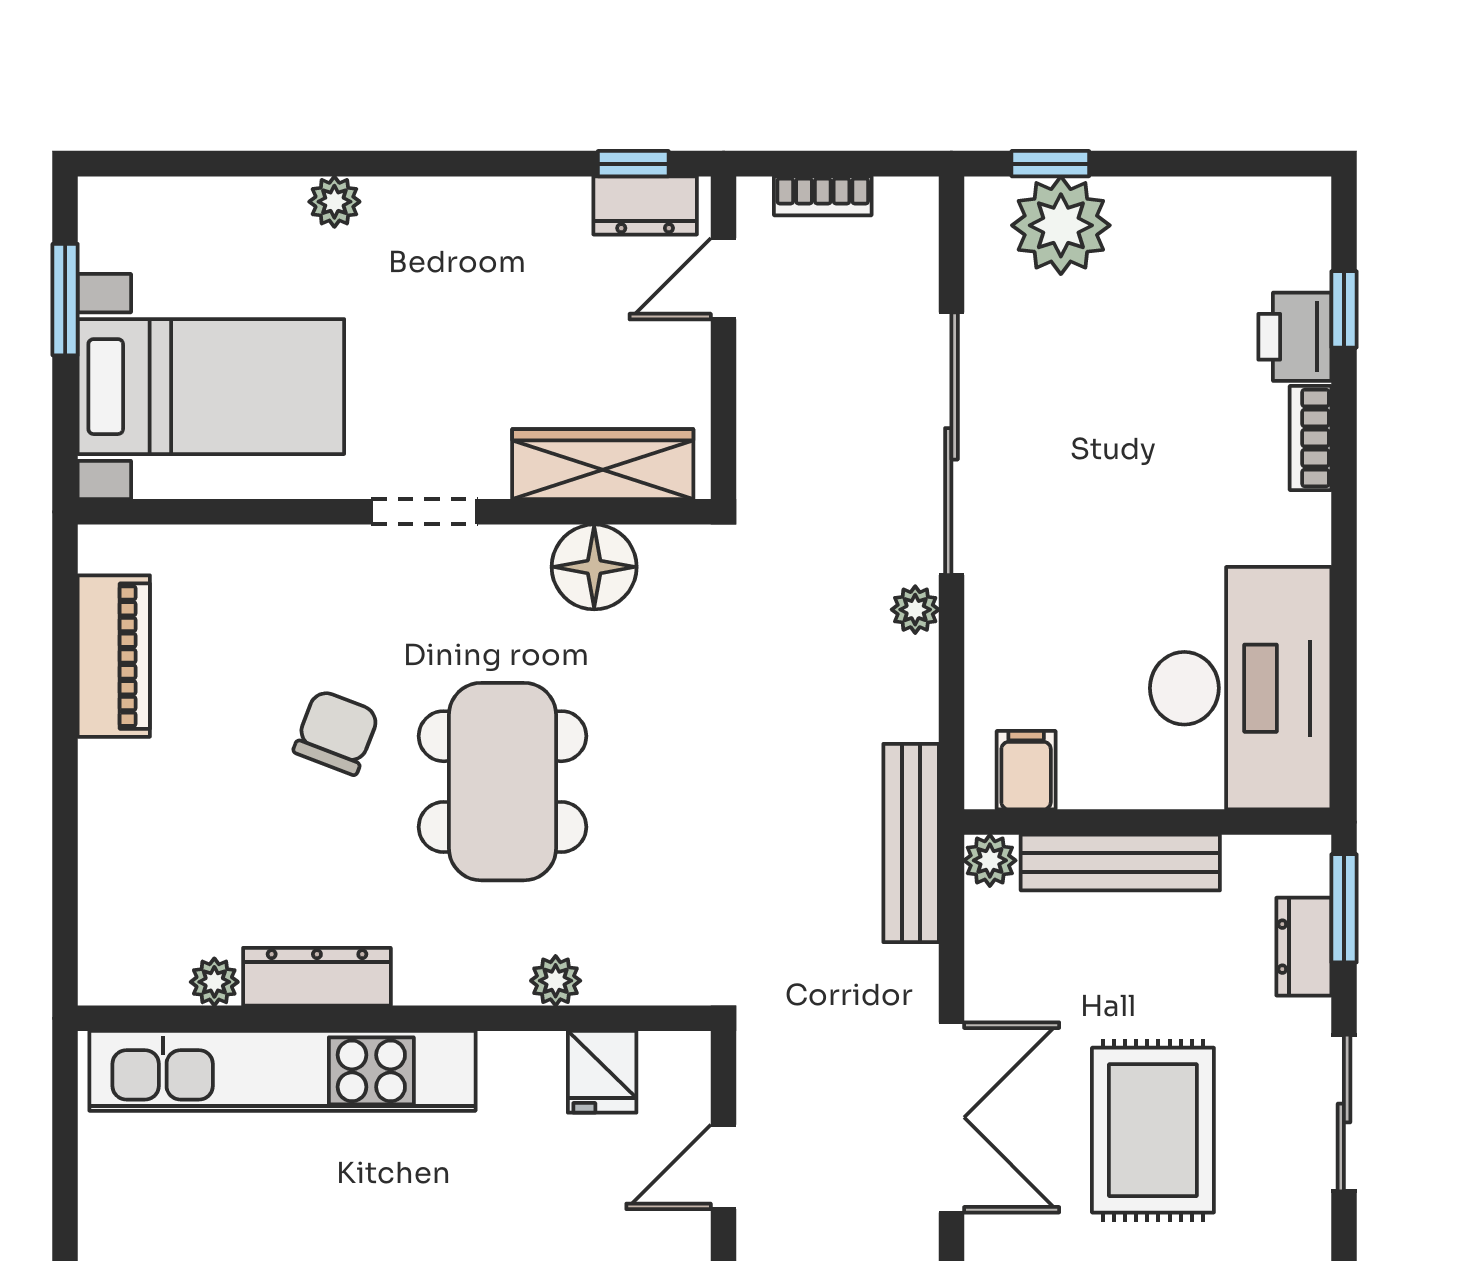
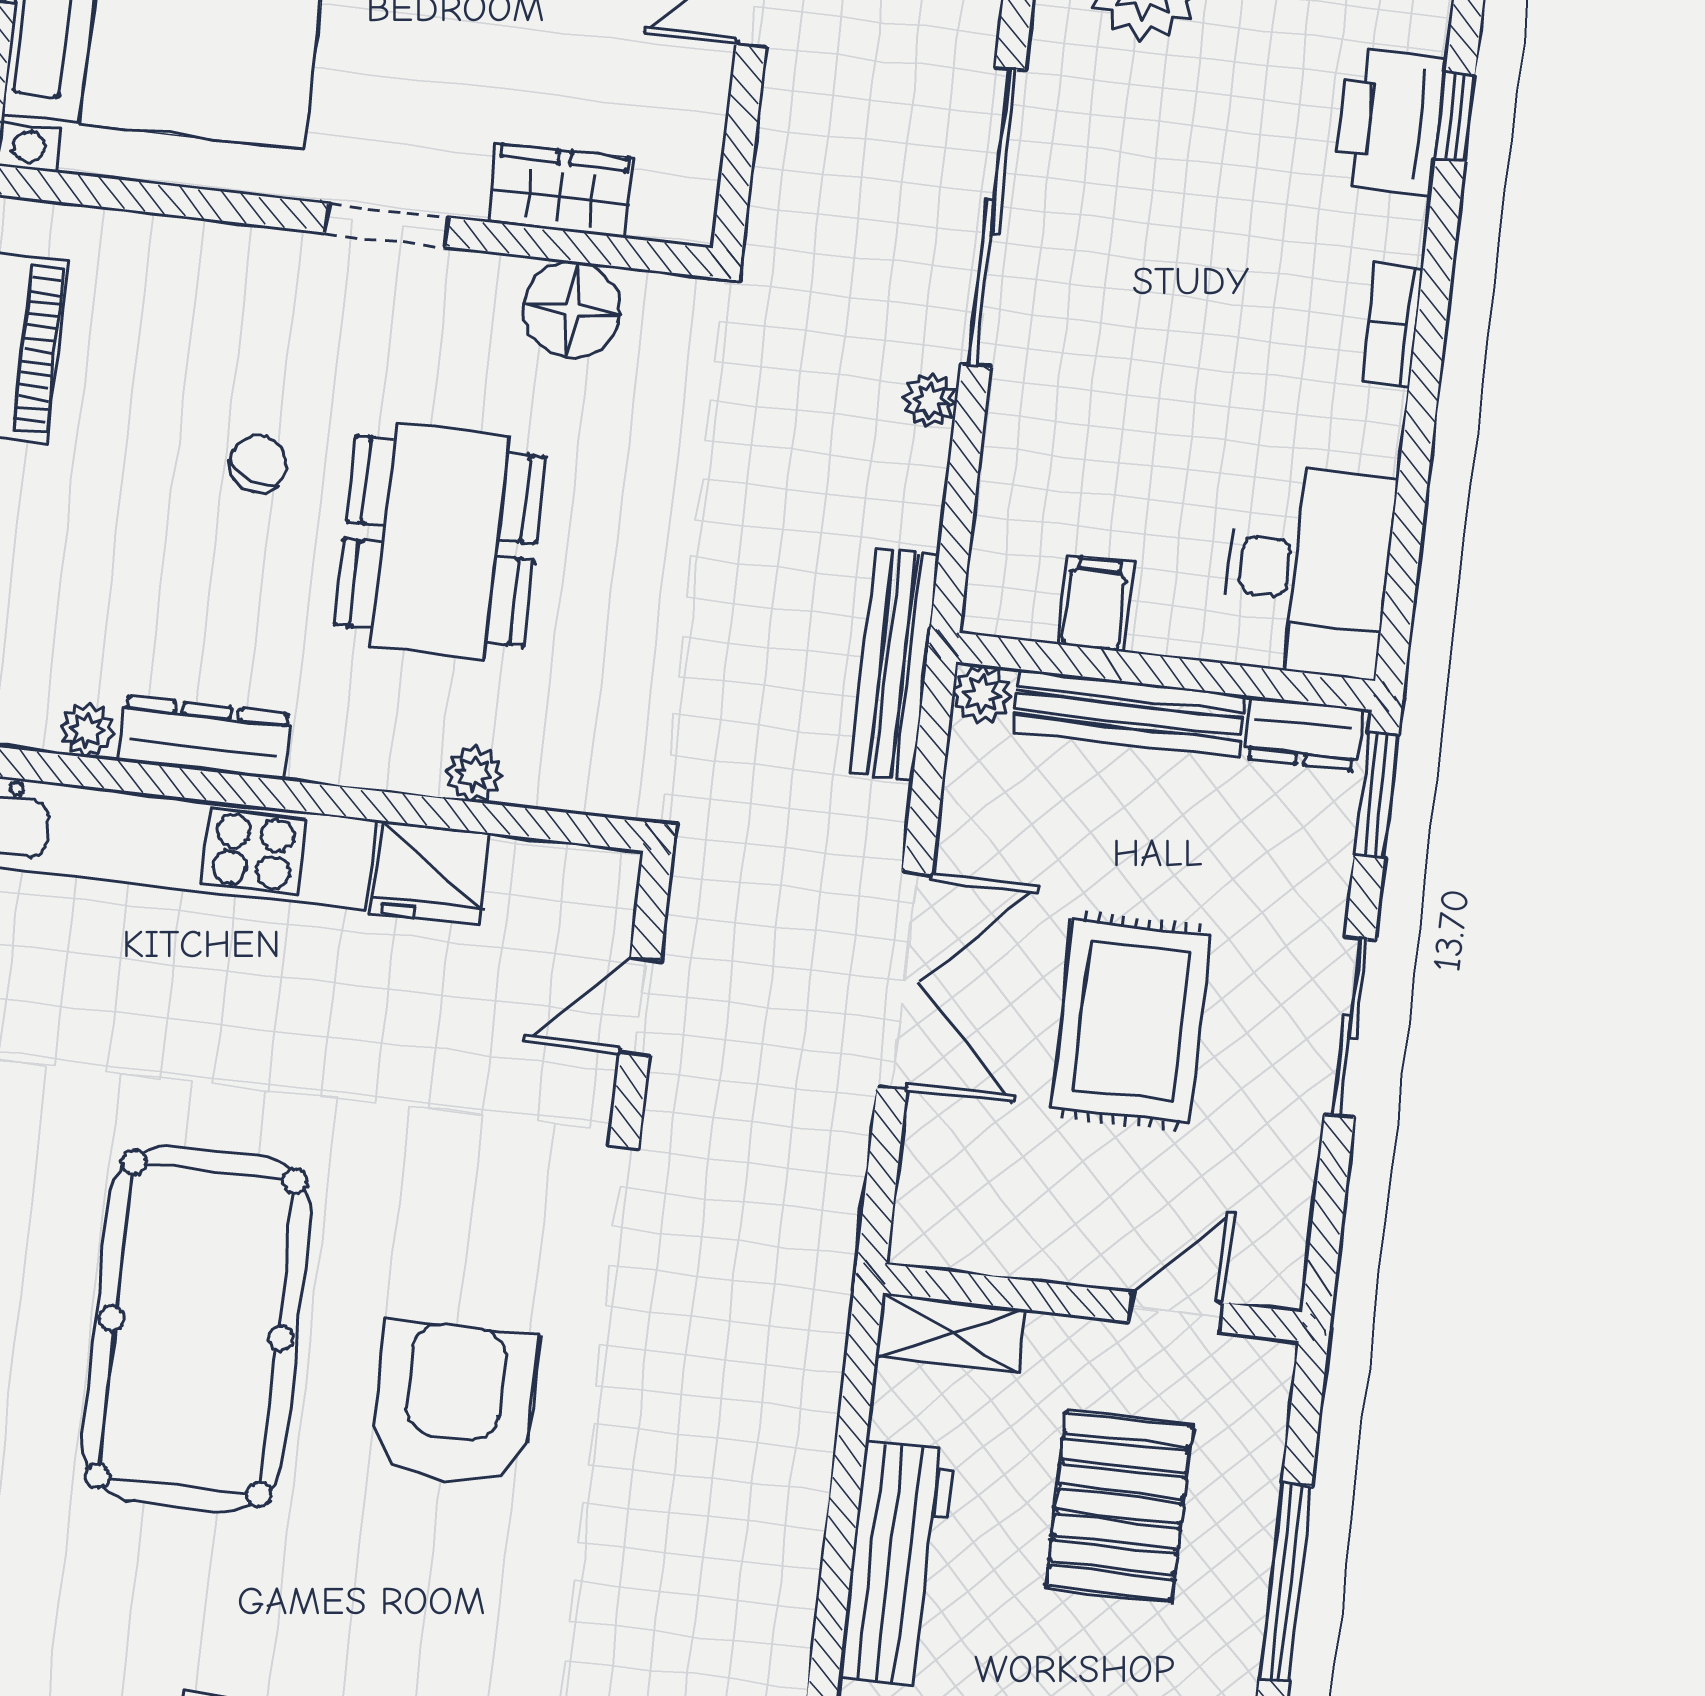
printer: (1295, 337) -> (1390, 121), width x1.37, depth x1.19
bookcase: (1310, 438) -> (1393, 324), moved
wardrobe: (603, 464) -> (561, 191), width x0.67
desk: (1241, 688) -> (1308, 571), width x0.73, depth x0.77
chair: (336, 732) -> (258, 463), width x0.73, depth x0.73
filing cabinet: (1026, 770) -> (1095, 604), moved
dresser: (1304, 947) -> (1303, 733), moved, turned -90
fridge: (602, 1072) -> (431, 873), moved, width x1.38

